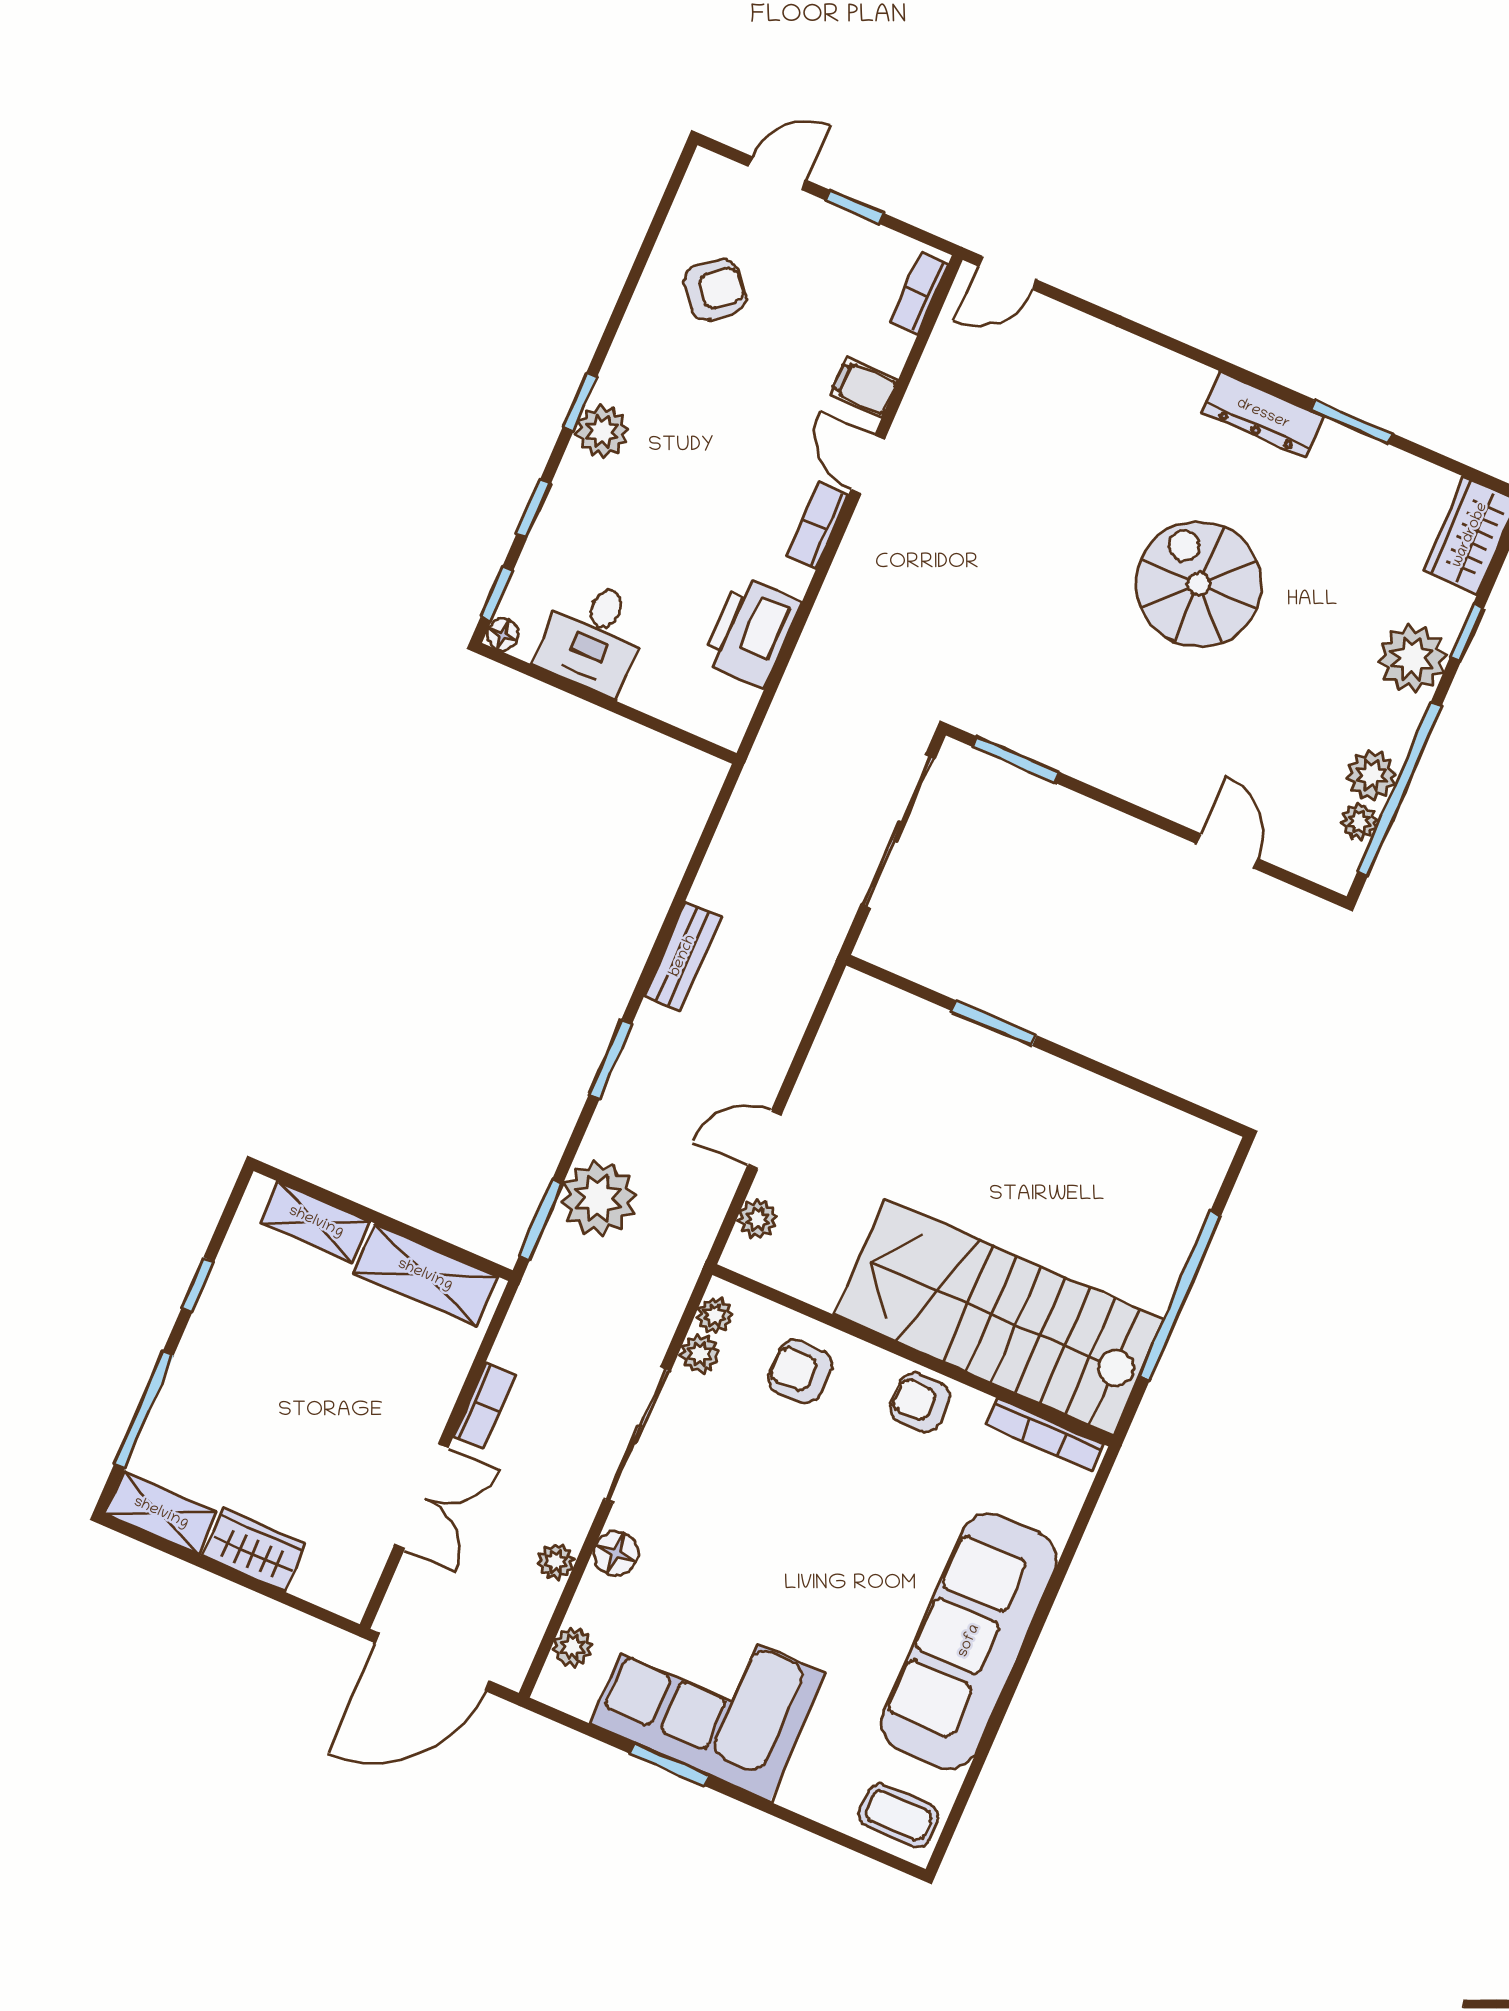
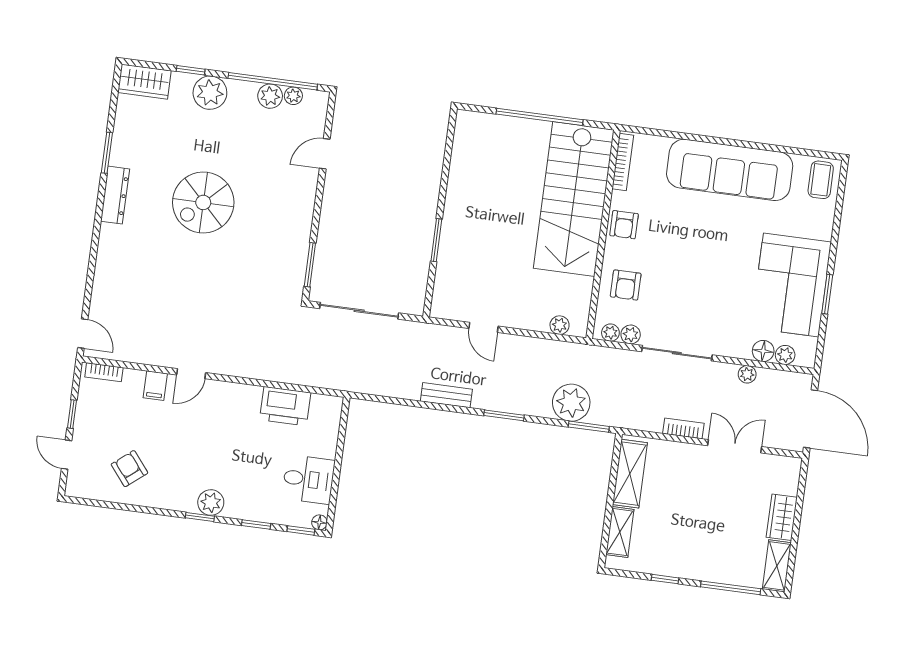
bookcase: (817, 526) -> (227, 389), removed
door: (765, 1140) -> (483, 327), moved
floor lamp: (616, 1553) -> (763, 351), moved

